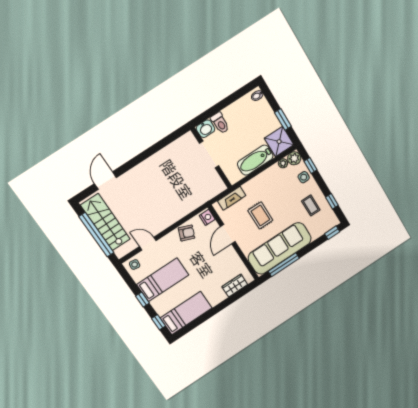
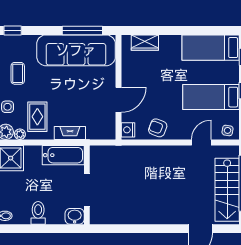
toilet: (220, 123) -> (38, 213), moved
bathtub: (255, 160) -> (63, 155), moved
fireplace: (232, 198) -> (70, 133), moved
rug: (260, 215) -> (37, 117), moved
door: (148, 244) -> (201, 142), swing flipped

